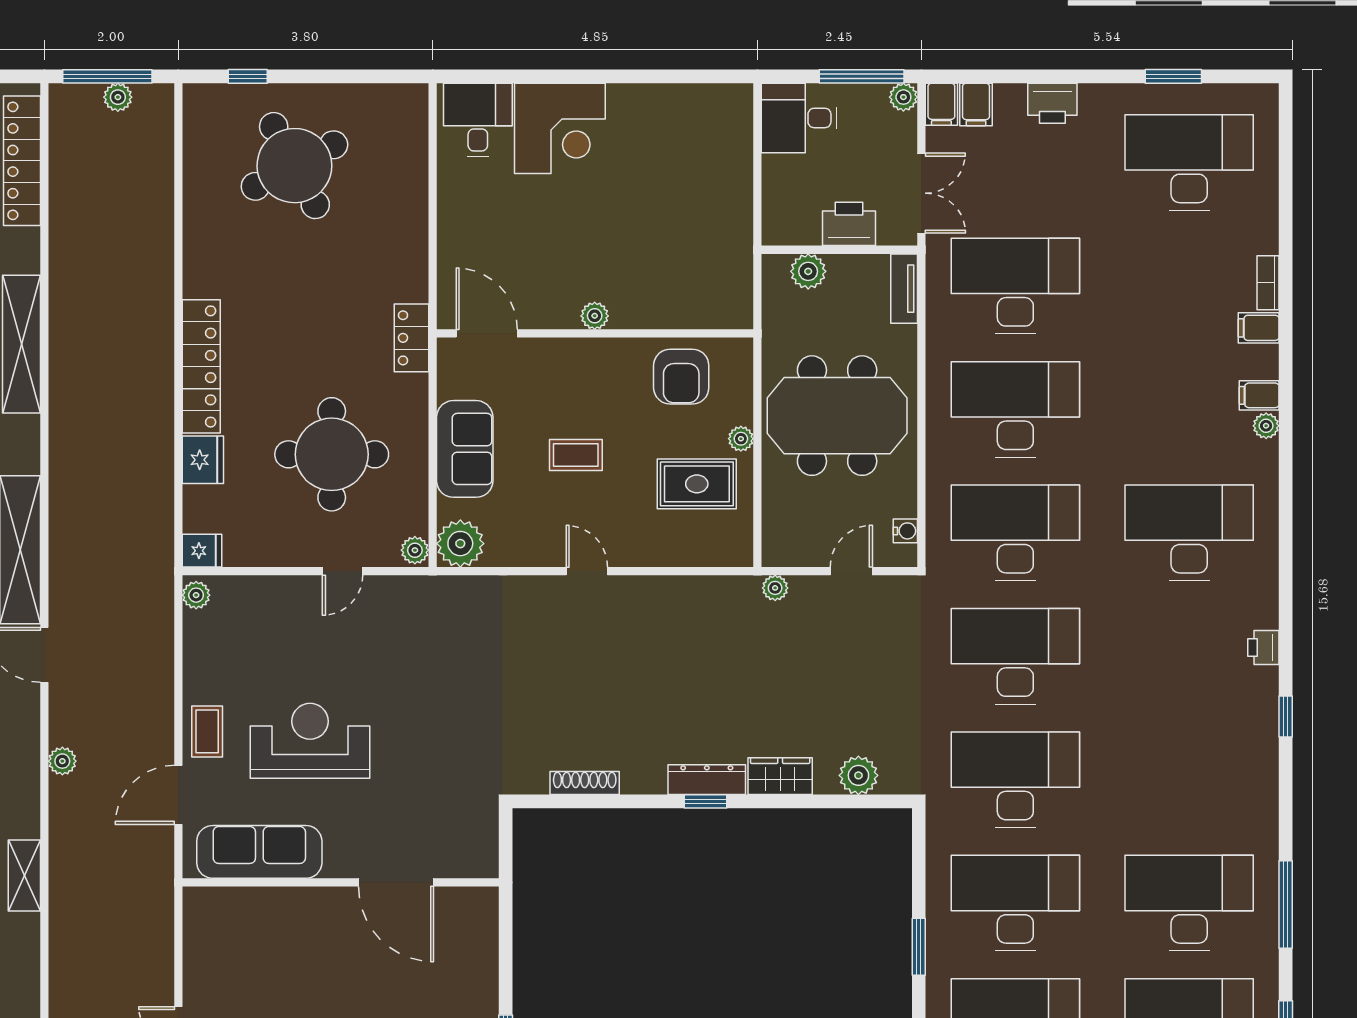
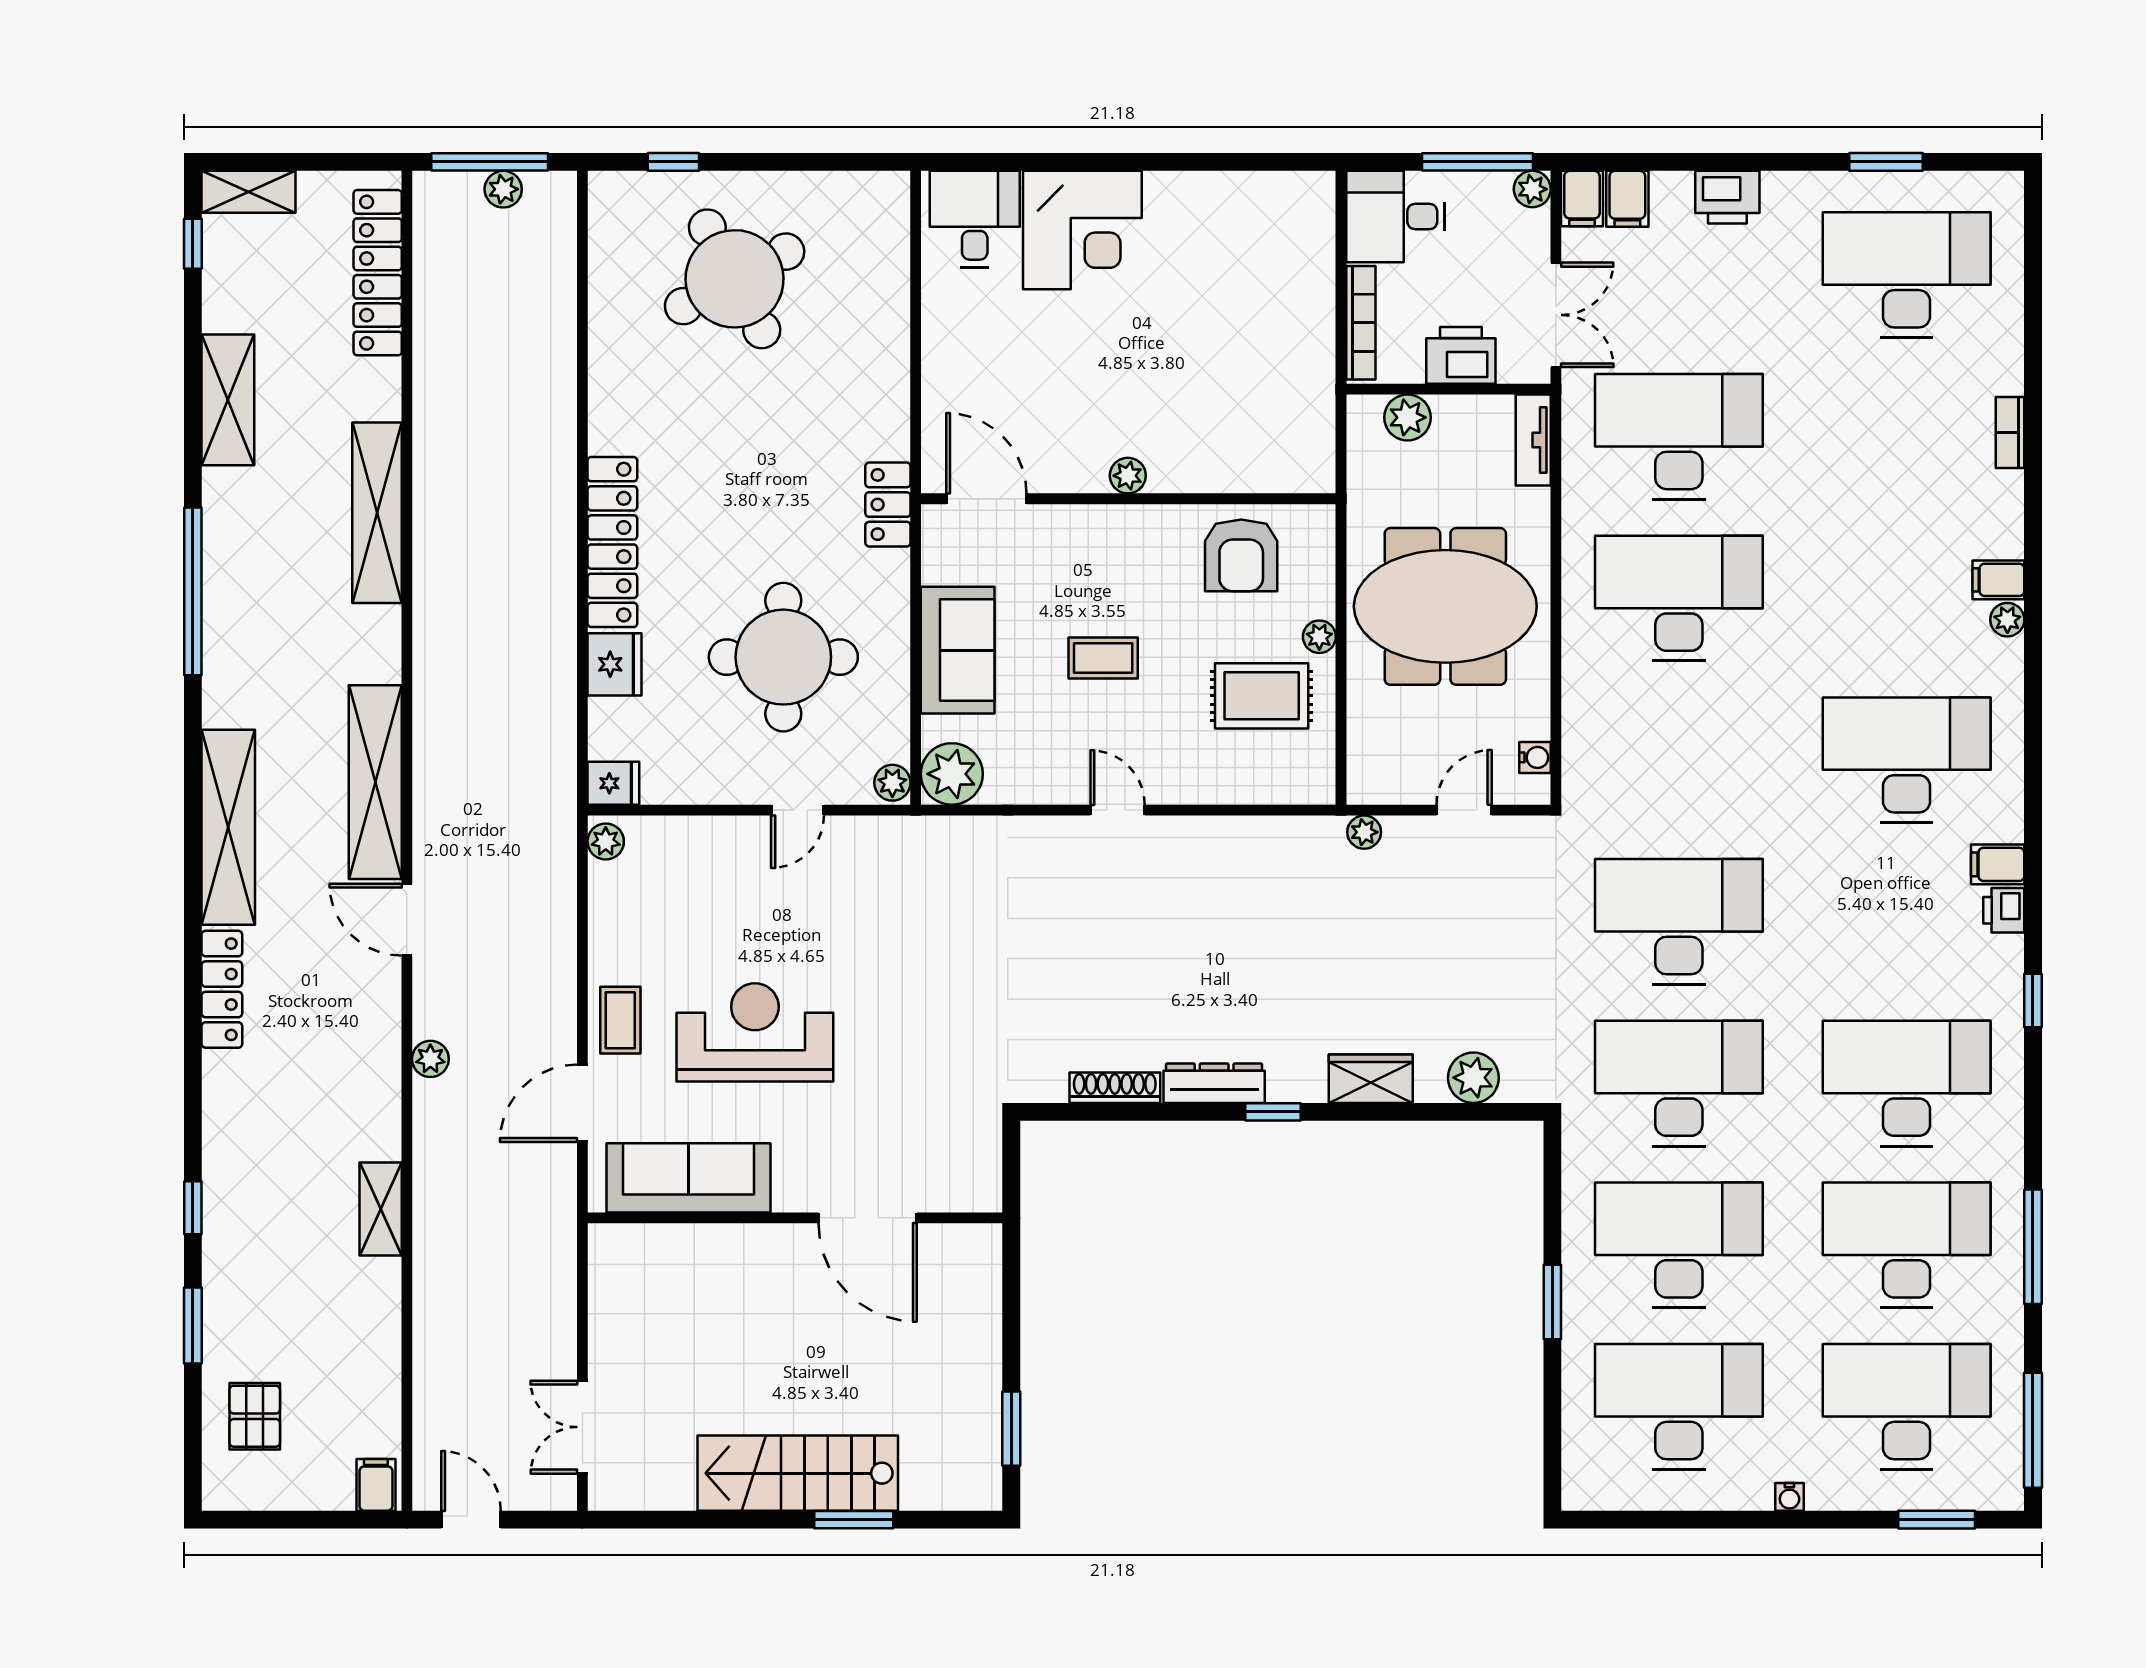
bookcase: (773, 199) -> (1361, 323), added
filing cabinet: (1259, 328) -> (1998, 864), moved
desk: (1015, 533) -> (1907, 1083), moved
dresser: (707, 780) -> (1214, 1083), moved

